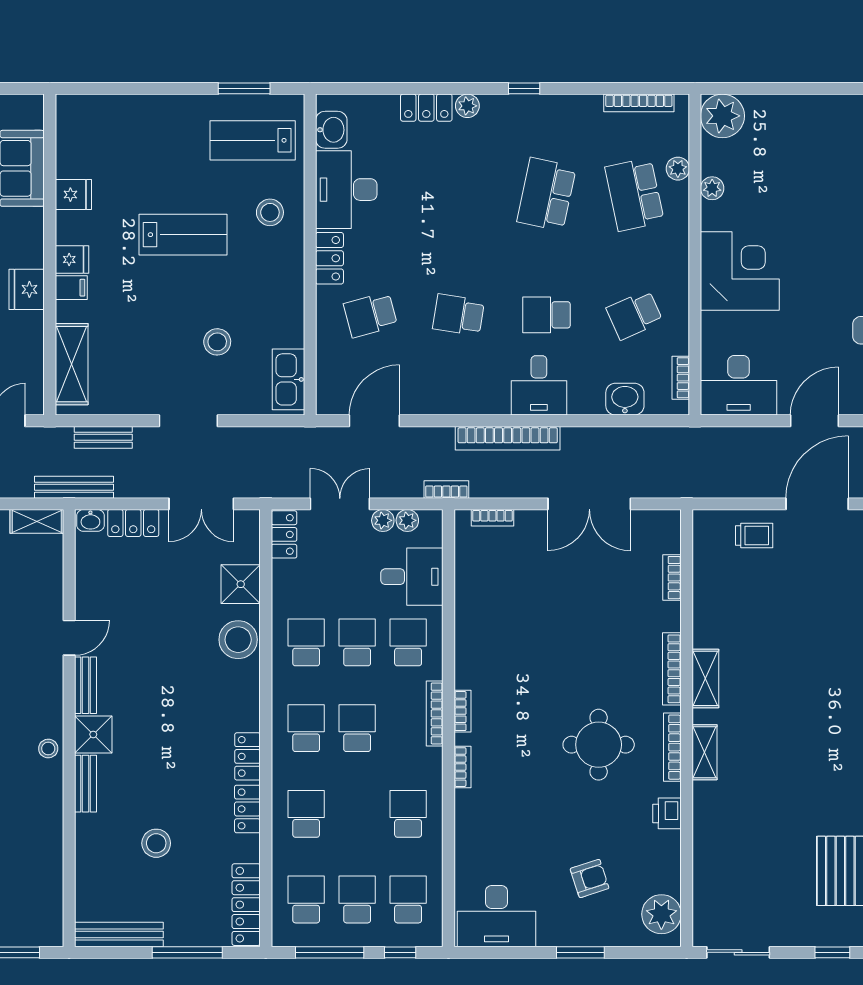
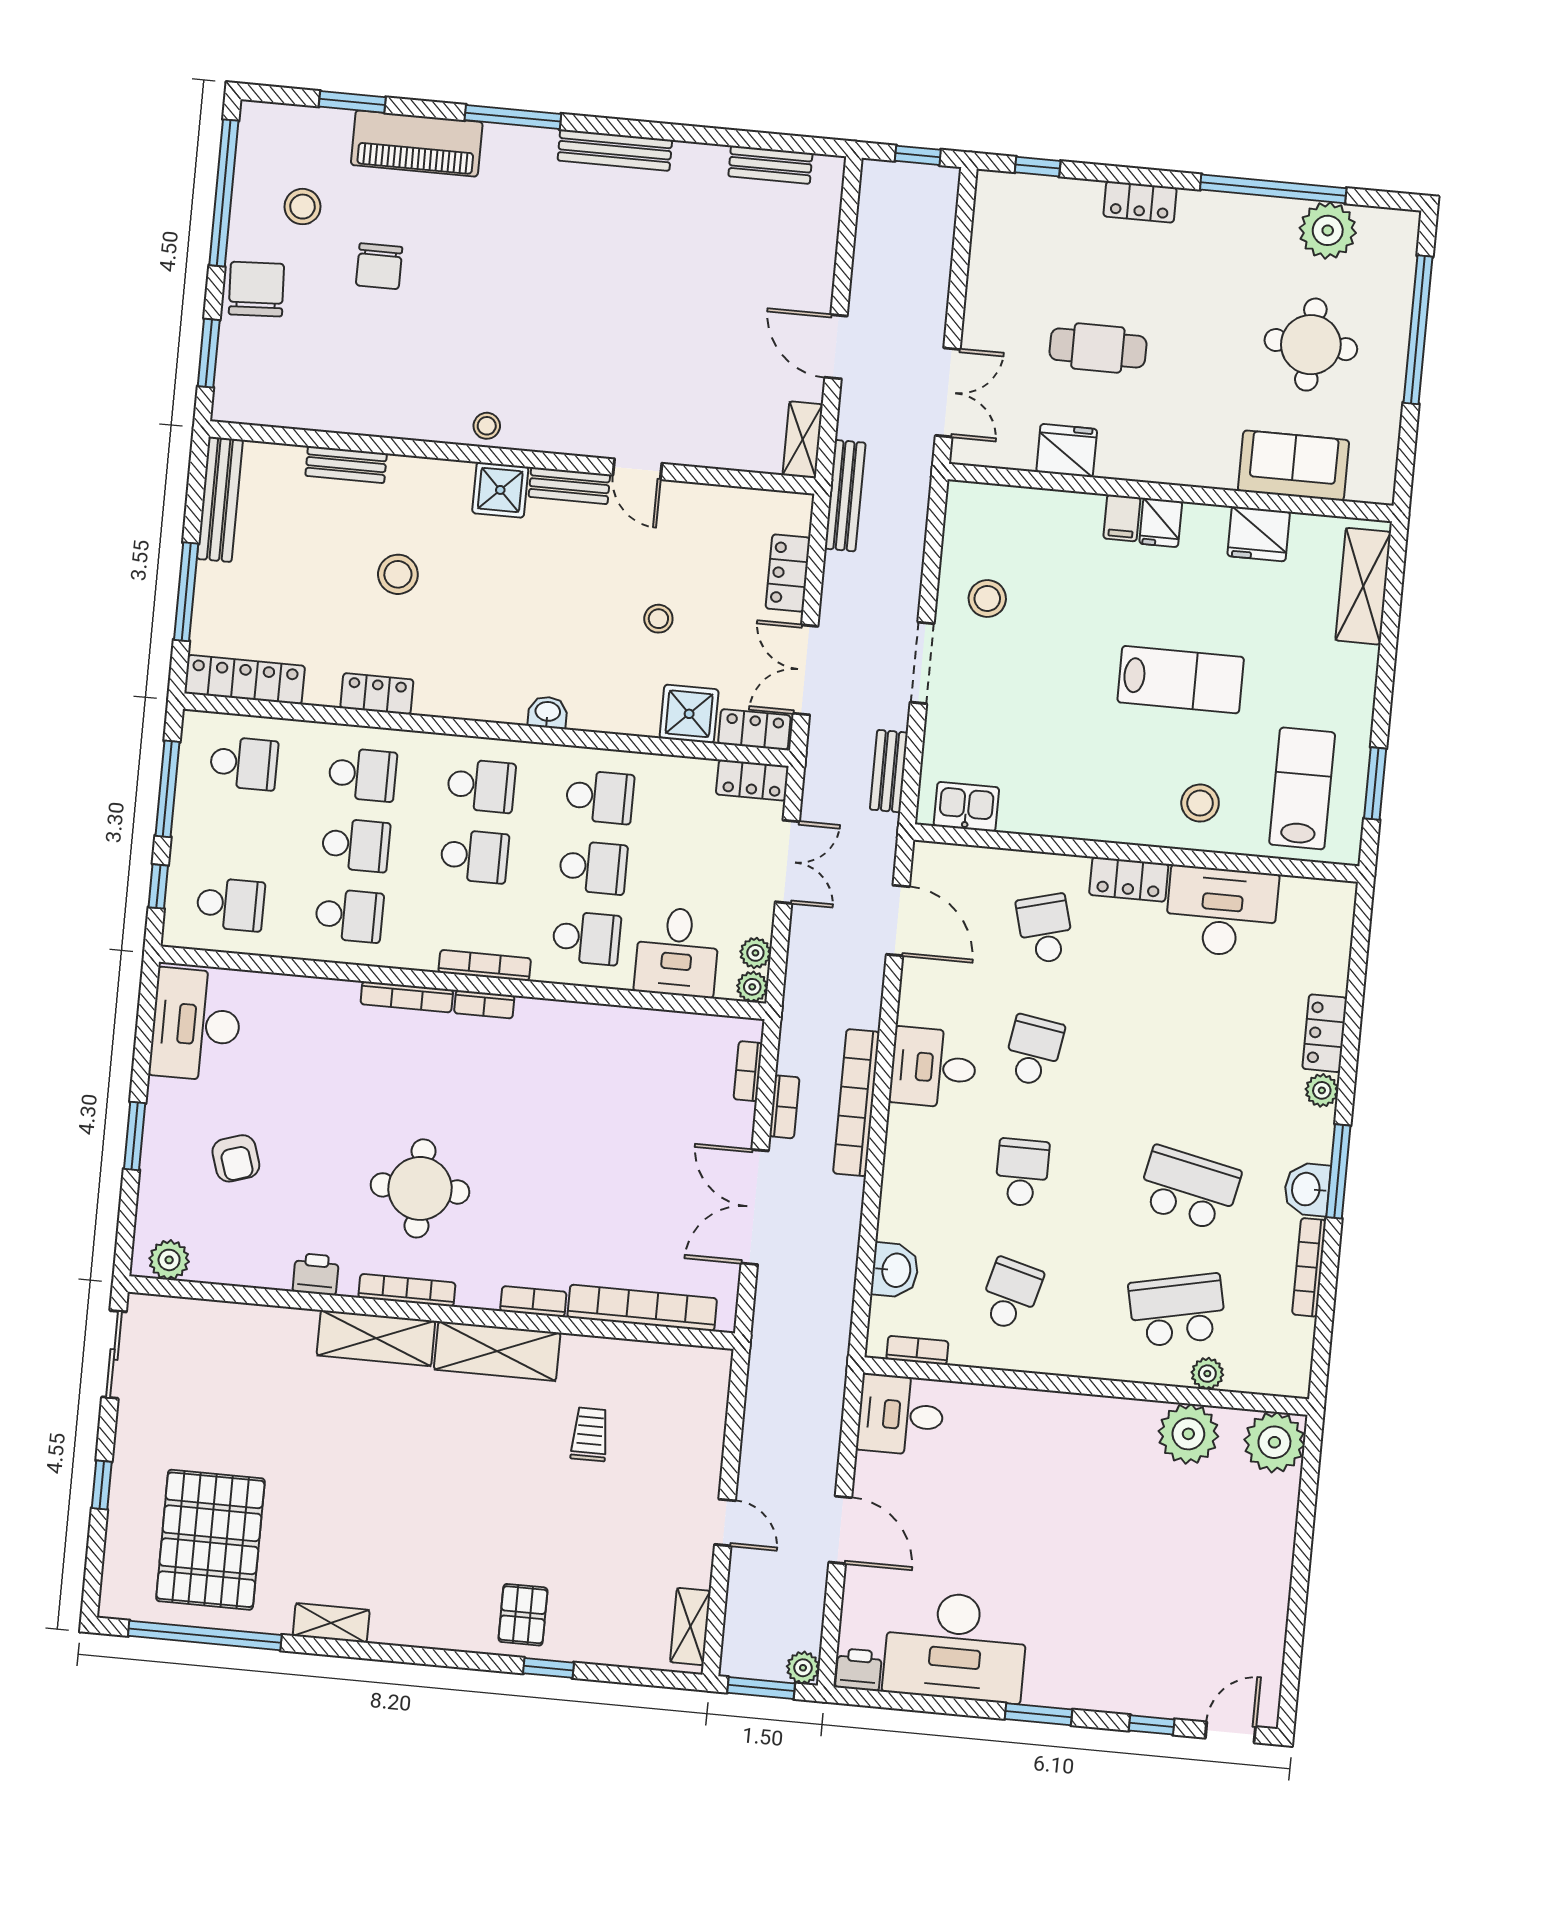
window: (524, 88) -> (1338, 1171), width x2.17
bookcase: (639, 103) -> (1309, 1267), moved
washbasin: (331, 130) -> (1307, 1189), moved, turned 90
plant: (712, 188) -> (1188, 1434), width x1.88, depth x1.88
fridge: (73, 195) -> (1259, 534), width x1.38
lab bench: (183, 235) -> (1181, 680), turned -90
corner desk: (740, 271) -> (1058, 1446), removed
fridge: (27, 289) -> (1067, 451), moved
school desk: (635, 315) -> (1011, 1294), turned 39
stool: (217, 342) -> (987, 599), moved
shelving: (72, 364) -> (1363, 586), moved, turned 90
kitchen sink: (288, 379) -> (966, 807), width x0.73
desk: (539, 385) -> (933, 1068), moved
desk: (739, 385) -> (901, 1415), width x0.73
bench: (103, 437) -> (889, 771), moved
bookcase: (446, 489) -> (784, 1107), moved
door: (817, 504) -> (725, 1523), width x0.53
washbasin: (90, 520) -> (548, 712), moved, turned 90
plant: (383, 520) -> (752, 987), moved
trolley: (754, 535) -> (590, 1434), moved, turned 180
bookcase: (672, 578) -> (642, 1308), width x2.31, depth x1.31
stool: (238, 640) -> (658, 619), moved, width x0.53, depth x0.53
bookcase: (672, 669) -> (533, 1302), width x0.64
shelving: (705, 678) -> (497, 1351), width x1.50, depth x1.33
shelving: (705, 752) -> (376, 1338), width x1.50, depth x1.33
locker: (248, 756) -> (754, 730), moved
bookcase: (462, 767) -> (407, 997), width x1.56
bench: (86, 784) -> (346, 465), moved
stool: (156, 843) -> (398, 574), moved
school desk: (357, 899) -> (356, 845), moved
plant: (661, 914) -> (169, 1260), width x0.73, depth x0.73

